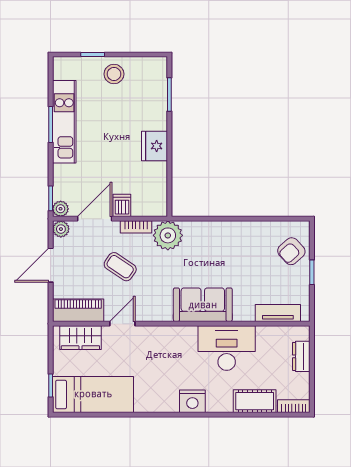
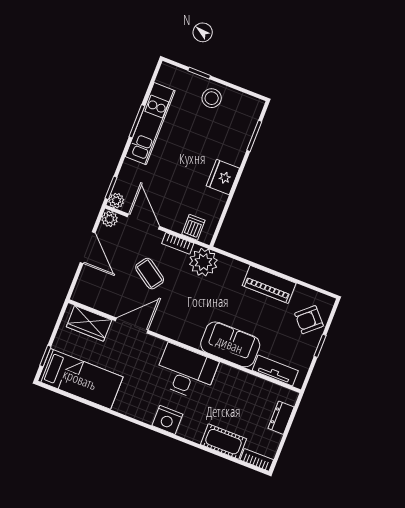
dishwasher: (122, 205) -> (193, 227), moved
door: (95, 219) -> (143, 221), hinge flipped
door: (51, 265) -> (88, 248), swing flipped
sofa: (203, 305) -> (230, 344), moved
piano: (78, 310) -> (269, 284), moved, turned 180
door: (122, 324) -> (132, 326), width x1.38
desk: (227, 348) -> (186, 372), moved

